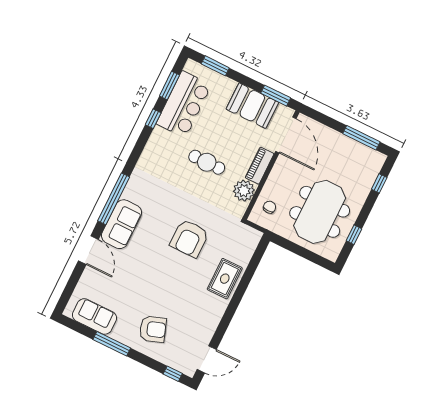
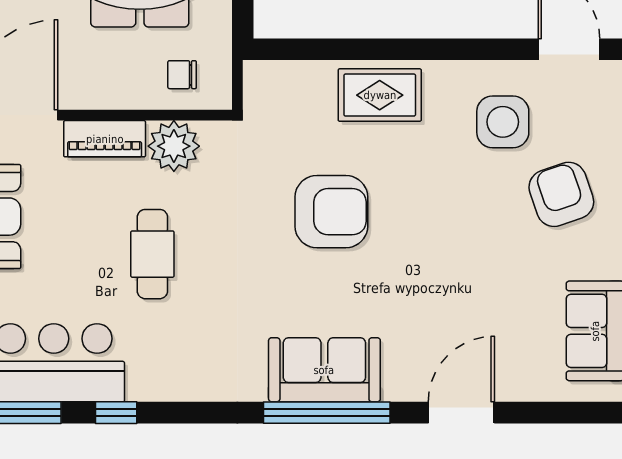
sofa: (122, 224) -> (324, 370), moved
side table: (191, 320) -> (503, 122), added

